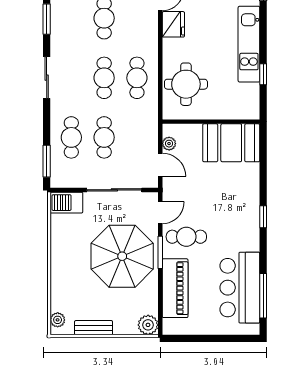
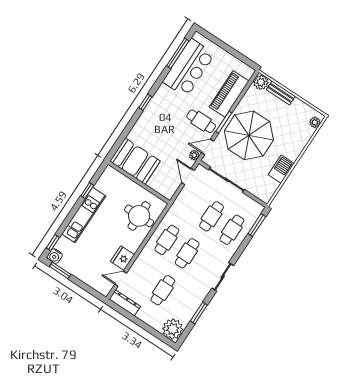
plant: (169, 144) -> (194, 155), moved
barbecue: (66, 203) -> (281, 169), moved, turned -90
bench: (94, 328) -> (281, 93), moved

